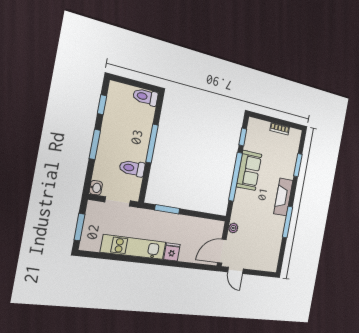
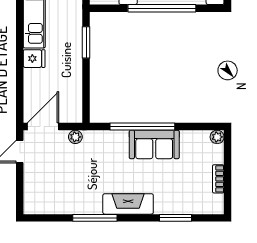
plant: (253, 123) -> (217, 137), added
window: (243, 137) -> (196, 126), removed
window: (152, 144) -> (162, 8), width x1.46
door: (222, 251) -> (43, 126), hinge flipped

